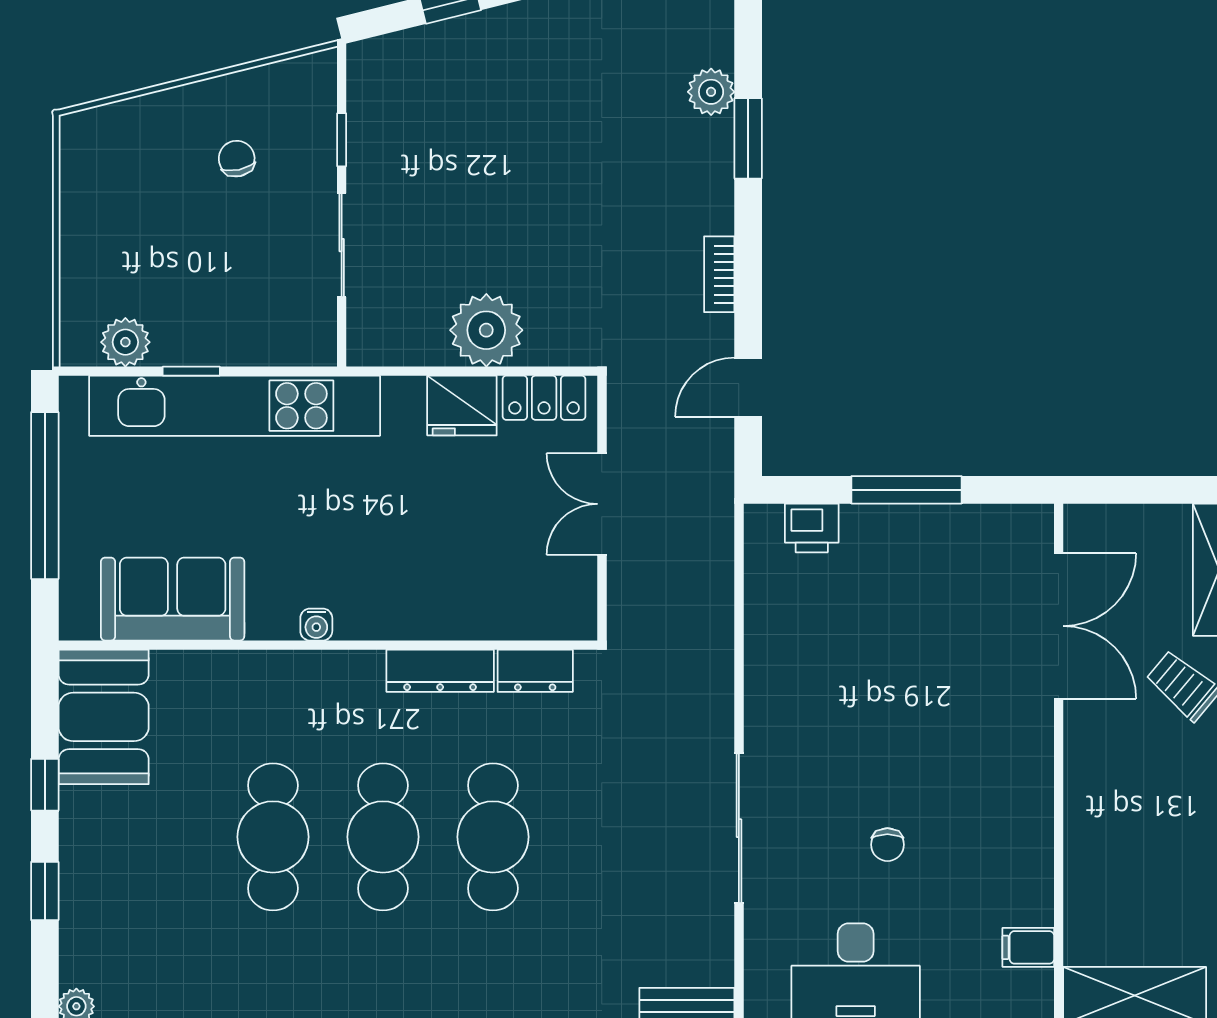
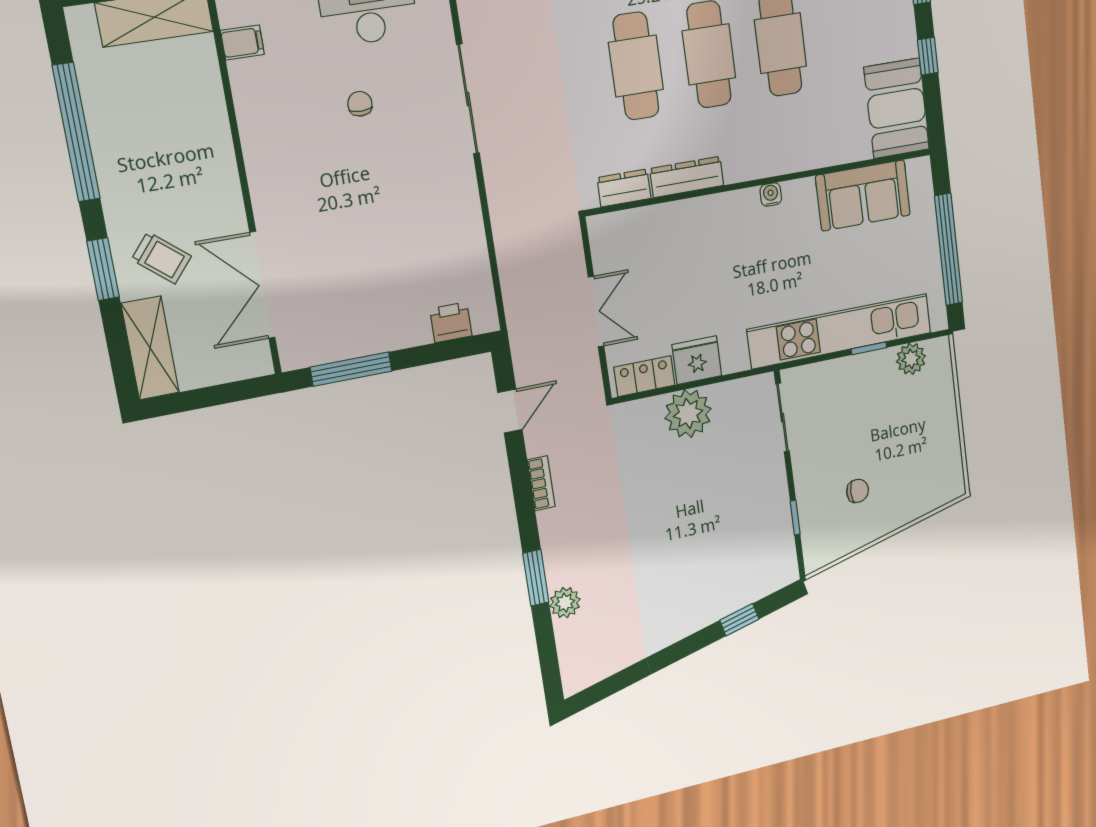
chair: (237, 159) -> (858, 491), turned -78
sliding door: (342, 245) -> (782, 418), moved
window: (907, 490) -> (351, 369), moved

